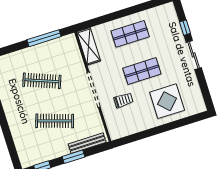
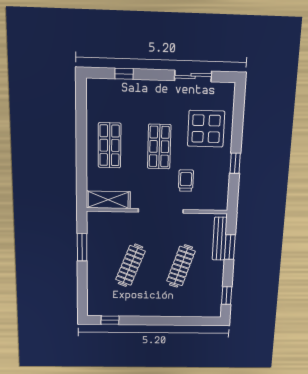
window: (44, 38) -> (82, 247), width x0.69
sliding door: (194, 55) -> (193, 76), moved
window: (149, 133) -> (235, 163), added
window: (74, 157) -> (230, 247), moved

